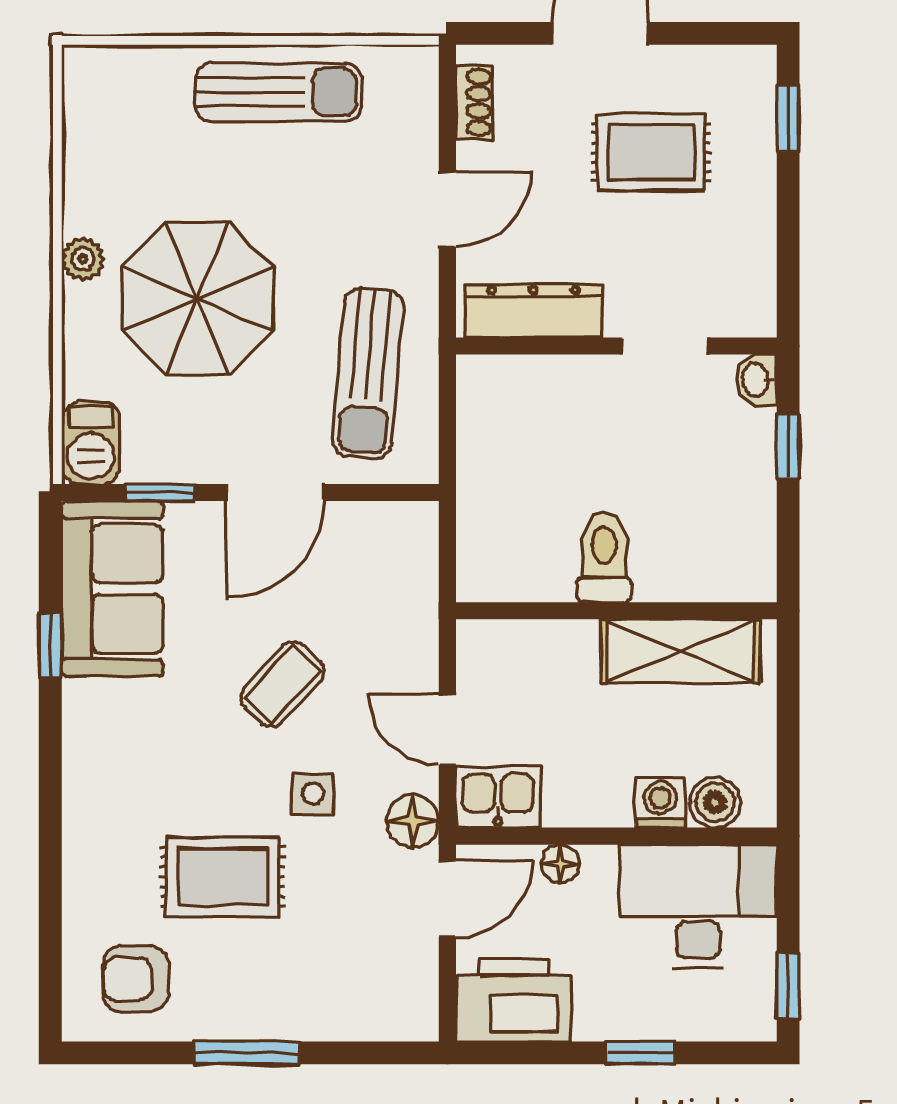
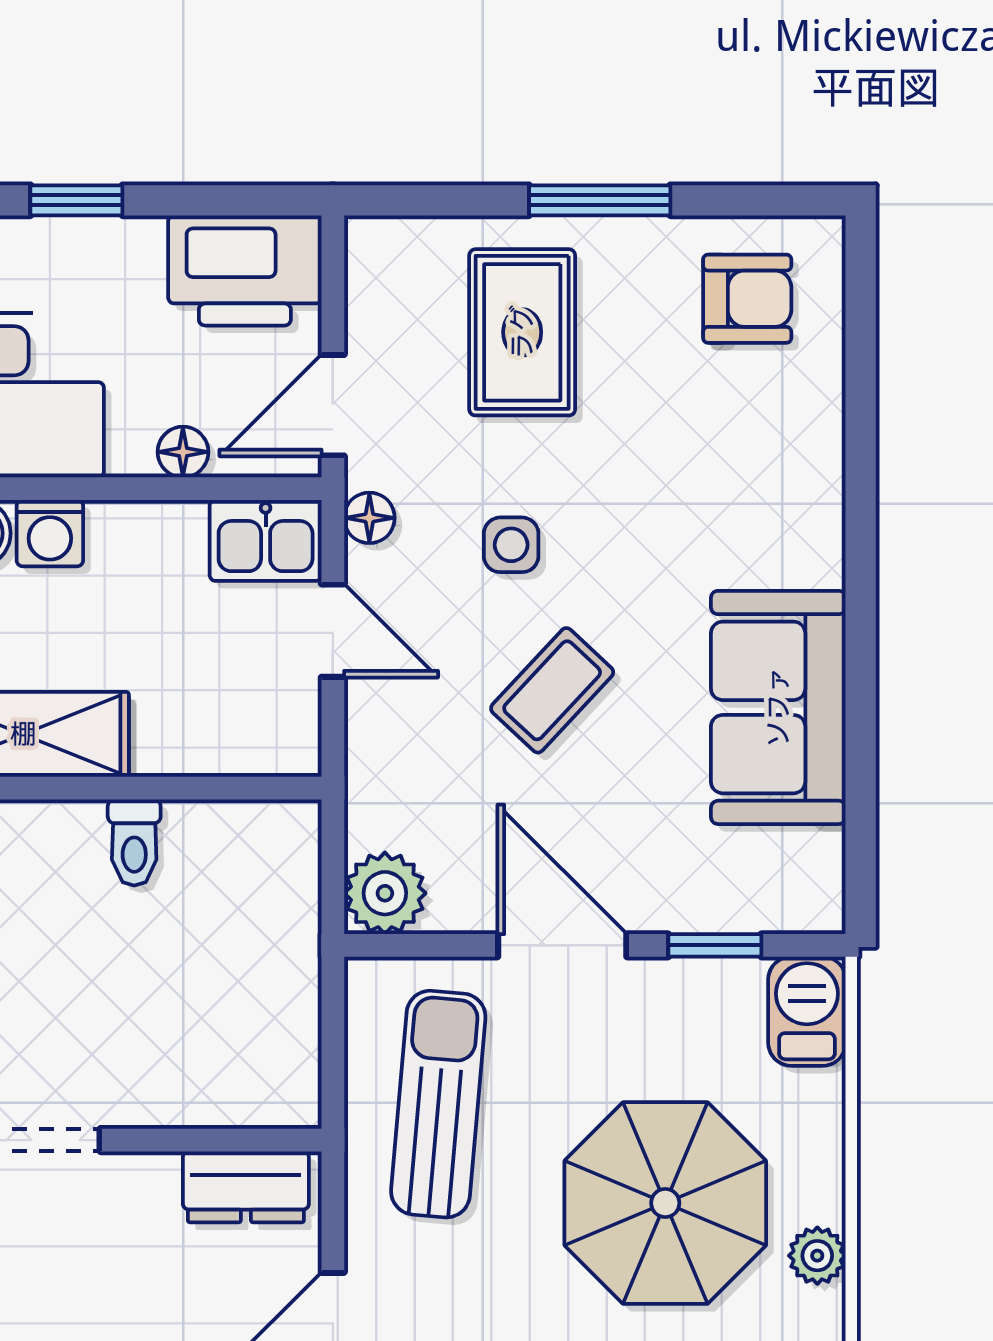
dresser: (534, 311) -> (246, 1187), width x0.70
door: (275, 492) -> (562, 945), hinge flipped
plant: (408, 532) -> (385, 893), added
toilet: (604, 557) -> (134, 842), width x0.73, depth x0.72
sofa: (112, 589) -> (778, 707), moved
window: (50, 645) -> (861, 742), removed
floor lamp: (413, 821) -> (369, 518), width x0.73, depth x0.73
rug: (223, 877) -> (522, 332), moved, turned 90

